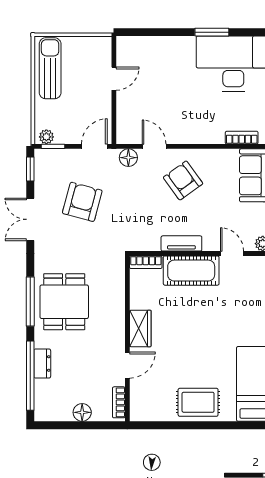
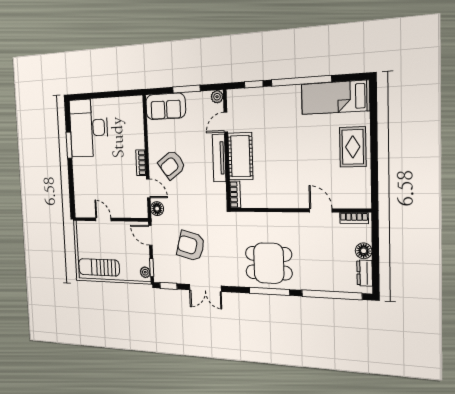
bookcase: (242, 138) -> (141, 163), moved
door: (154, 146) -> (148, 188), swing flipped
tv unit: (181, 243) -> (219, 158), width x1.41
wardrobe: (140, 328) -> (289, 199), removed
dresser: (42, 364) -> (365, 273), moved, turned -90

